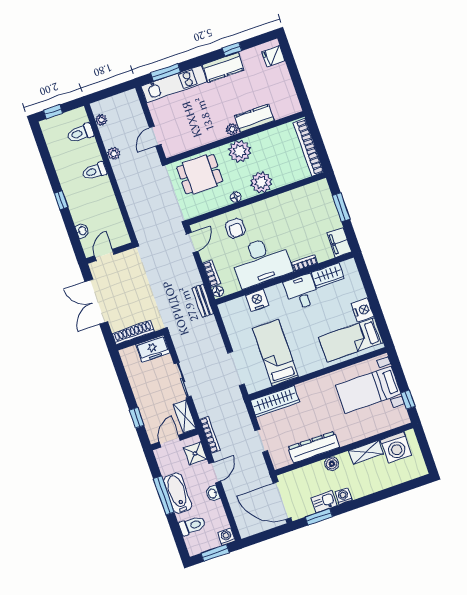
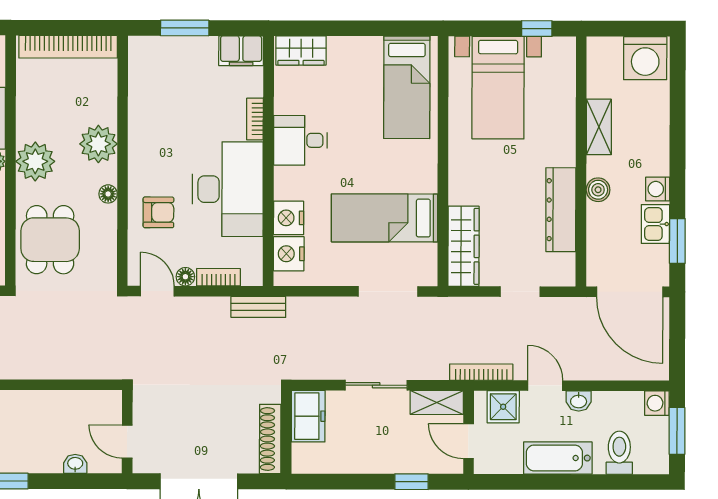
wardrobe: (328, 275) -> (301, 51), moved, turned 90
floor lamp: (218, 291) -> (185, 277), moved
nightstand: (363, 310) -> (289, 254), moved, turned -90
washing machine: (396, 447) -> (645, 58), moved, turned 90
window: (164, 495) -> (554, 482), removed
door: (282, 501) -> (630, 292), hinge flipped

